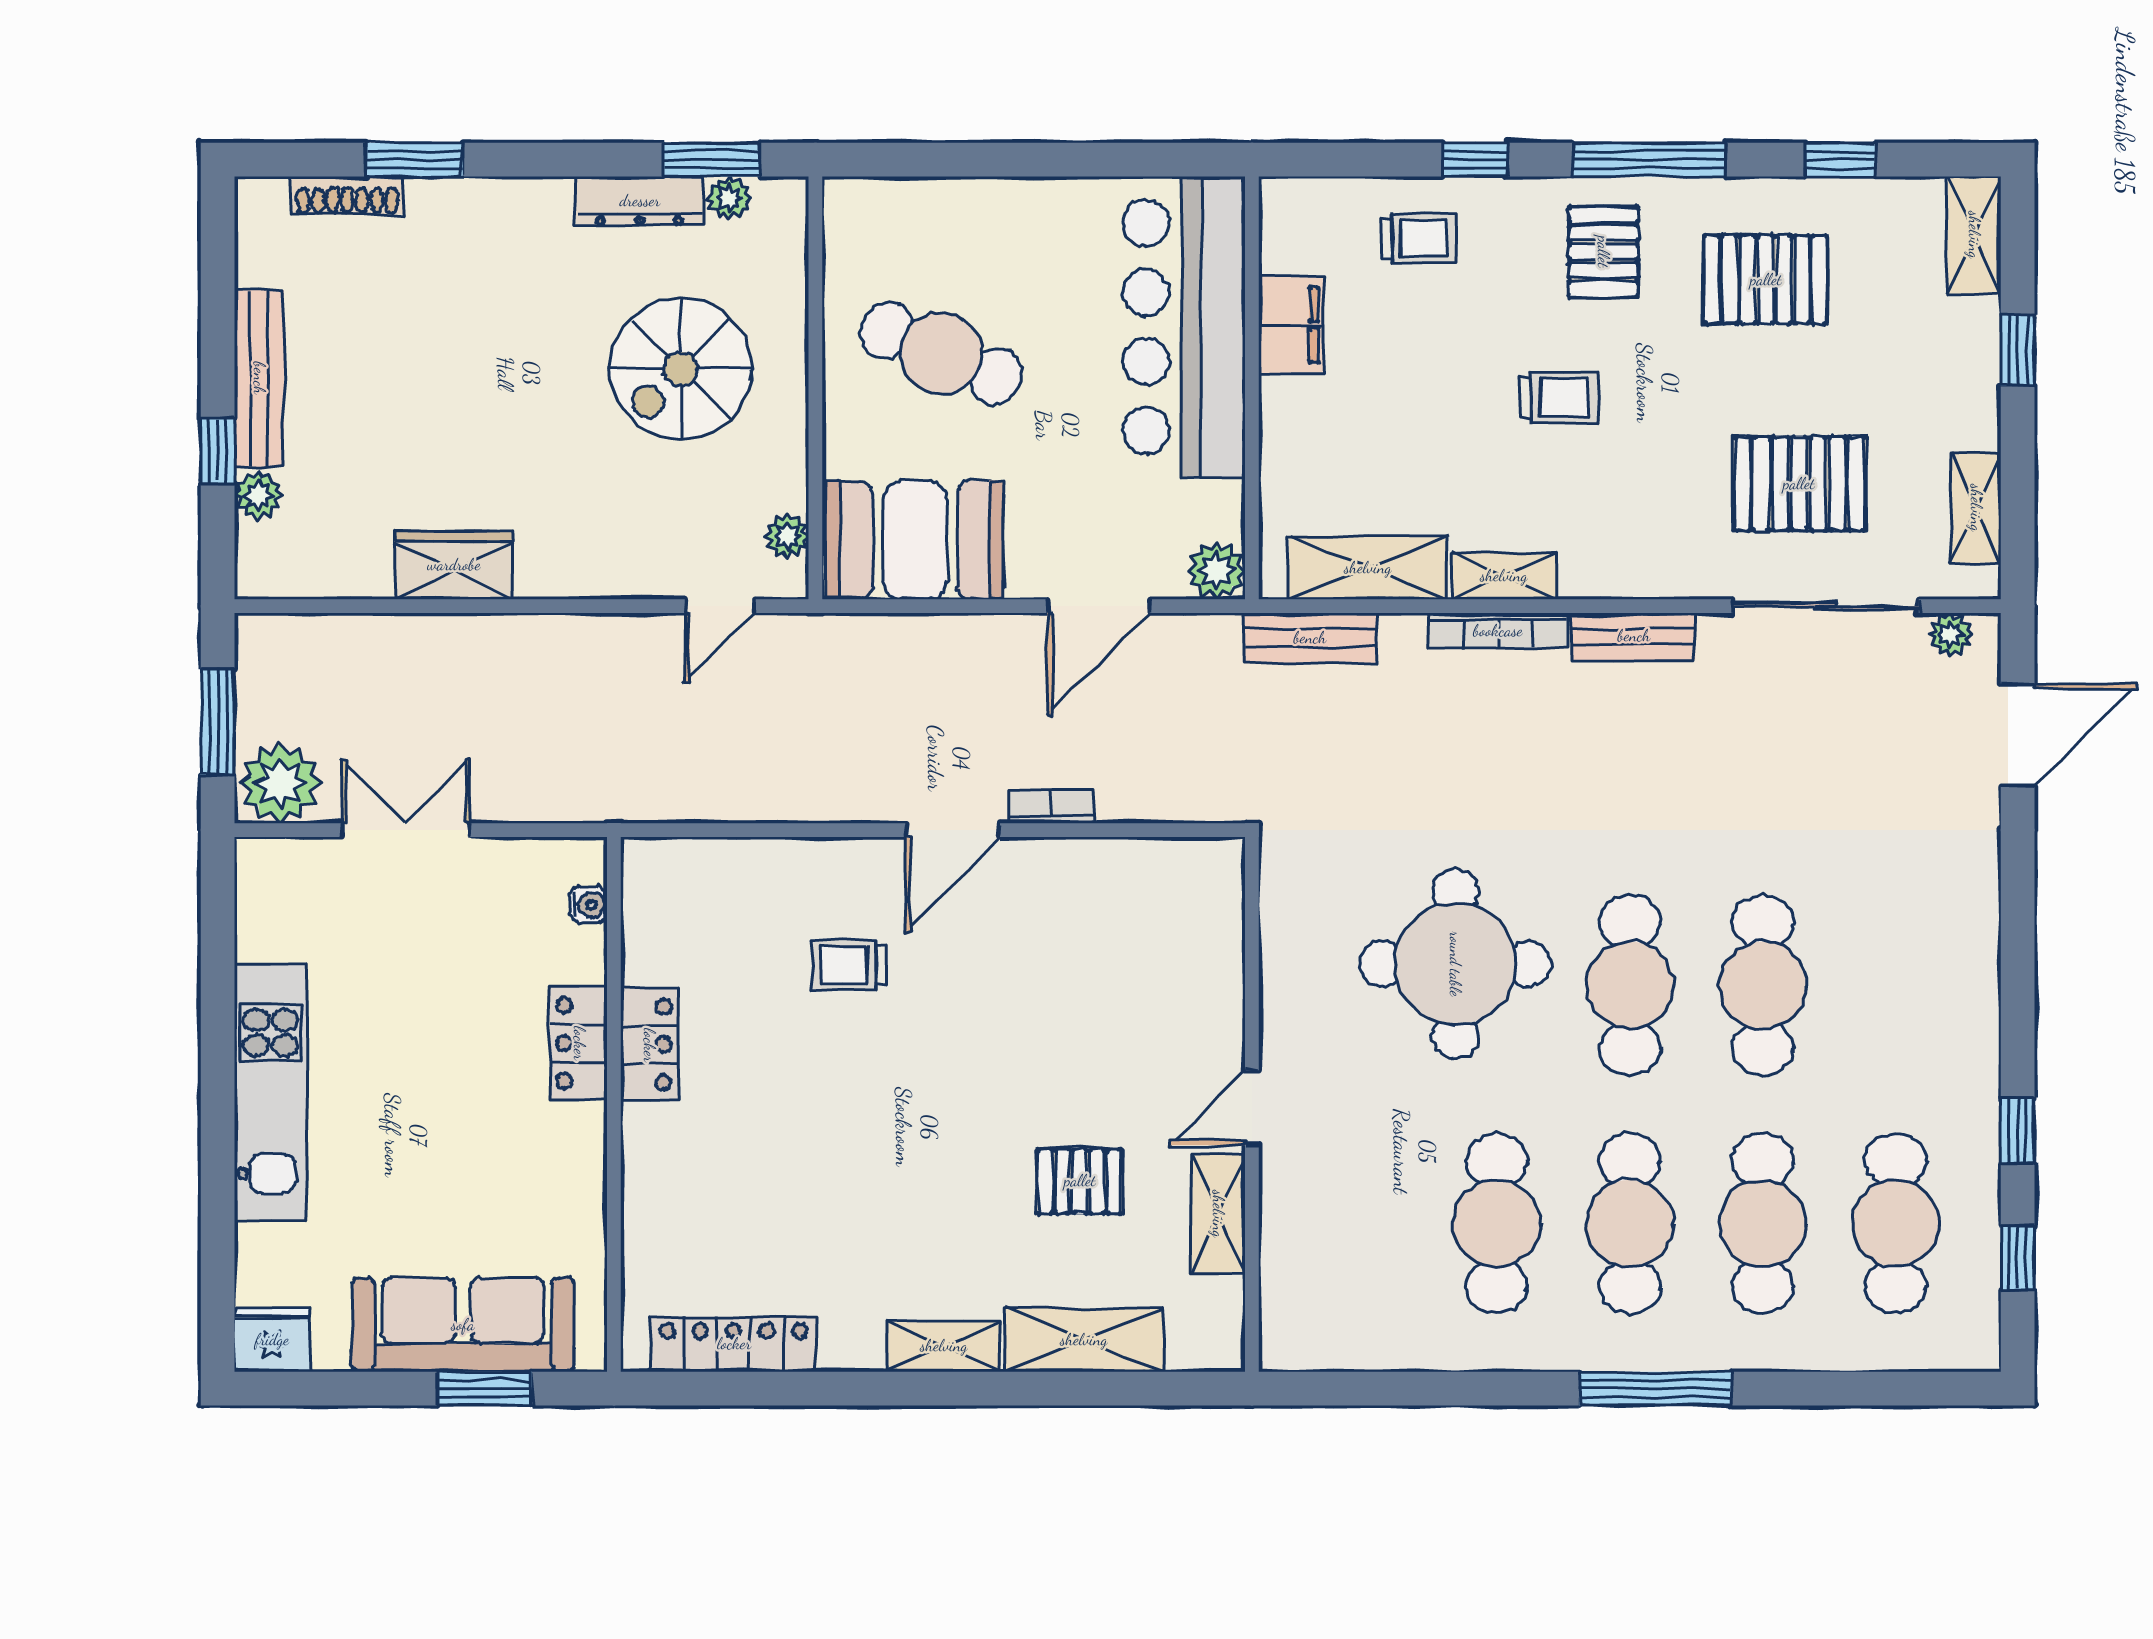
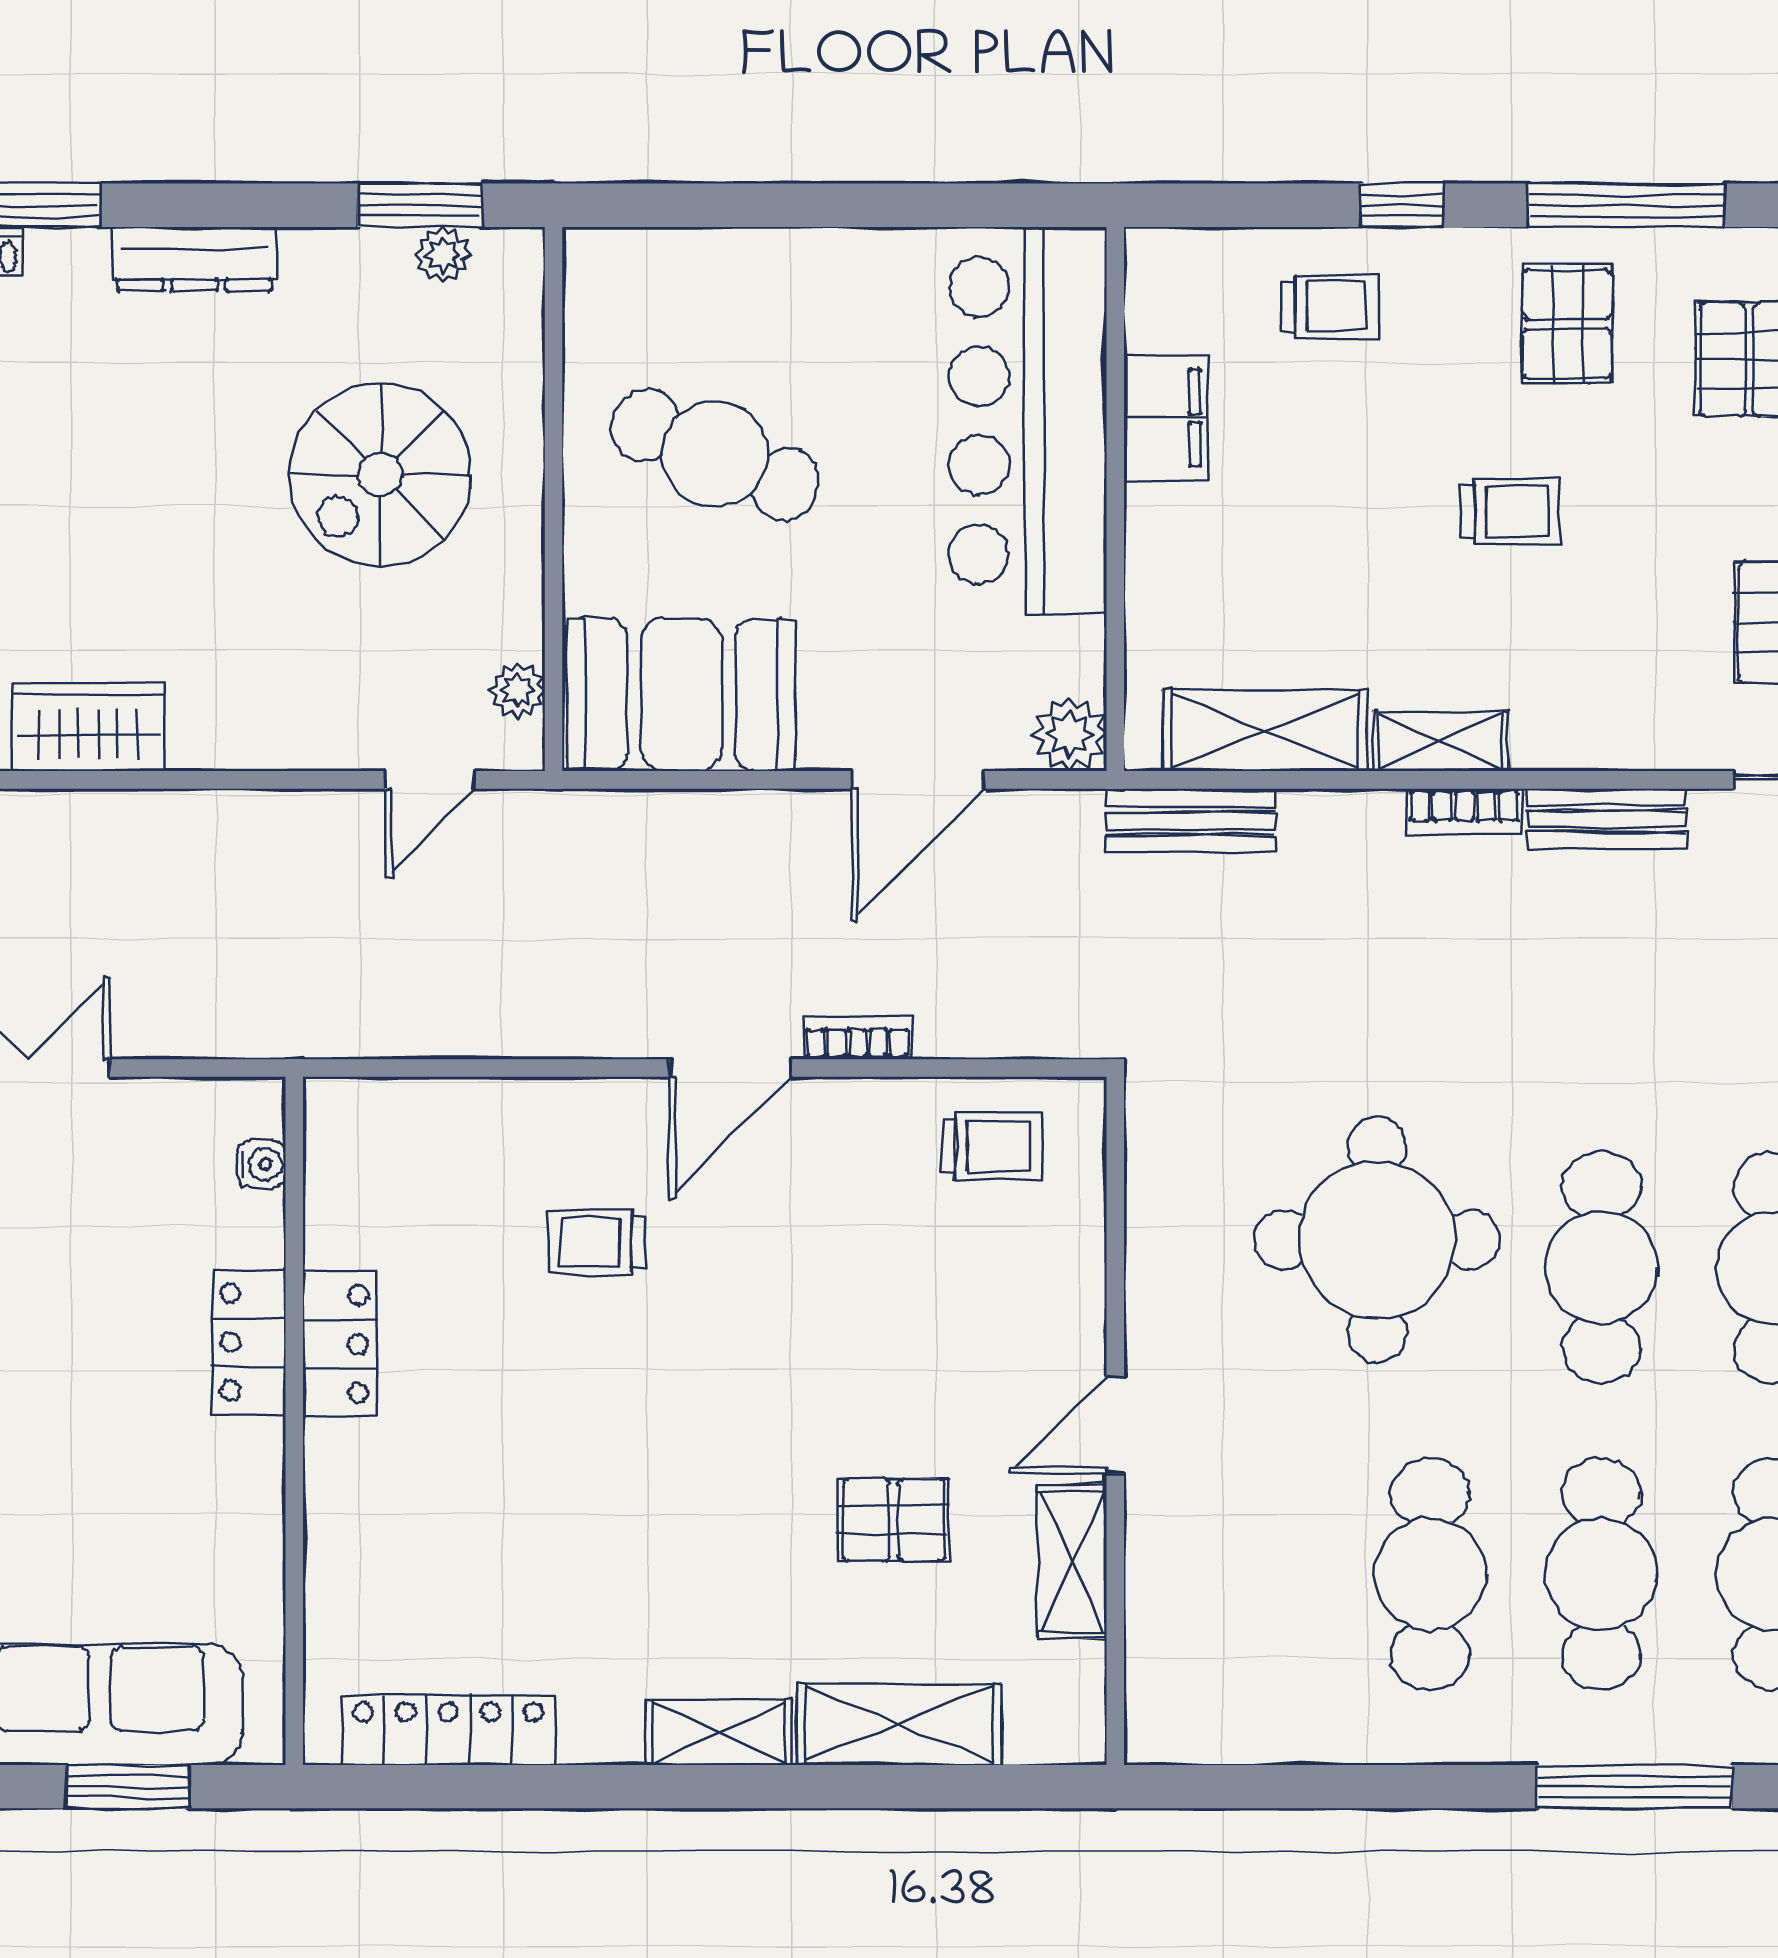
dresser: (640, 201) -> (194, 259), moved
bookcase: (1498, 631) -> (1464, 811), width x0.64
trolley: (1156, 891) -> (992, 1146), added

